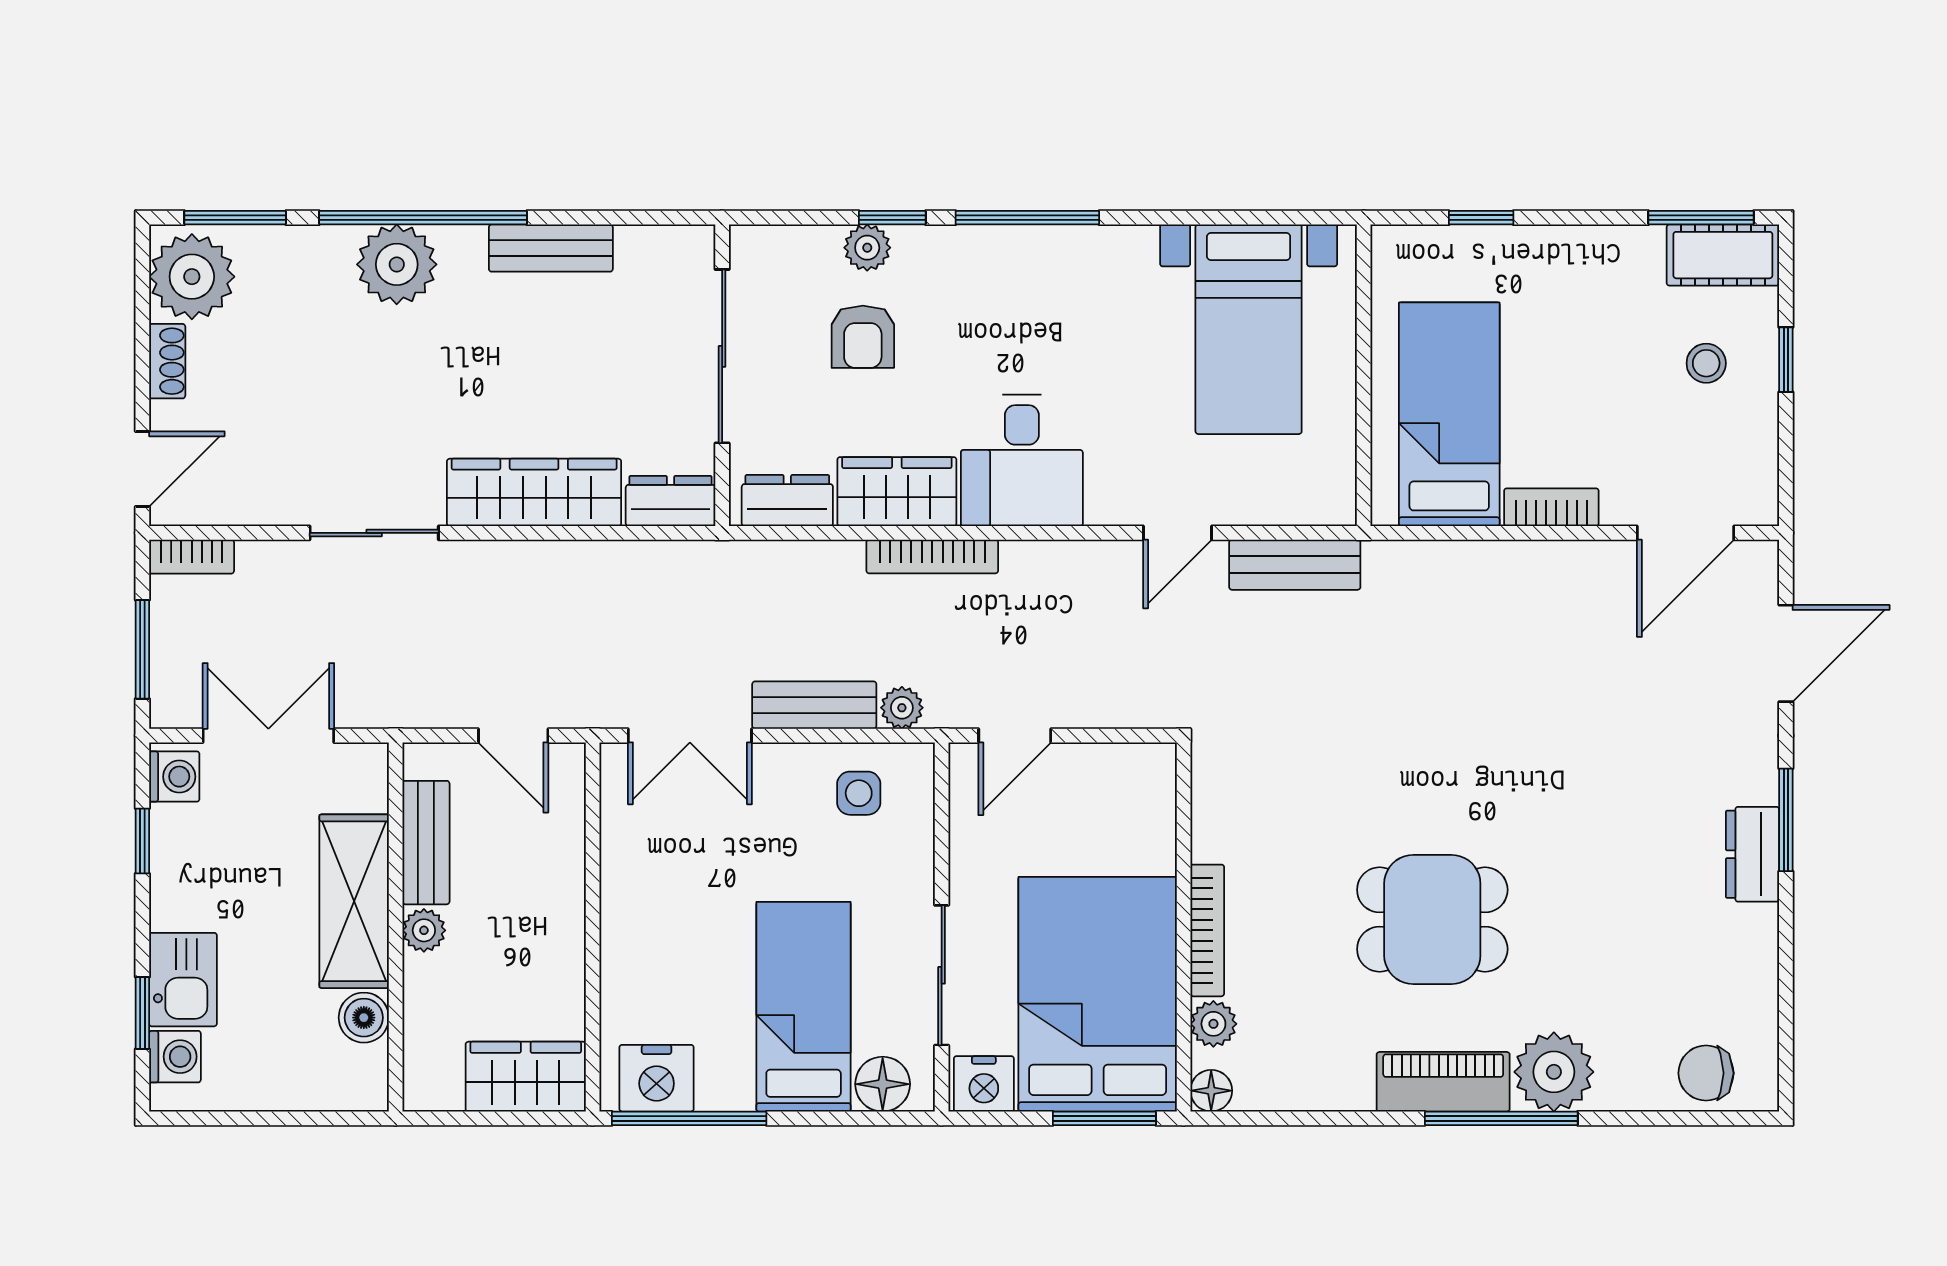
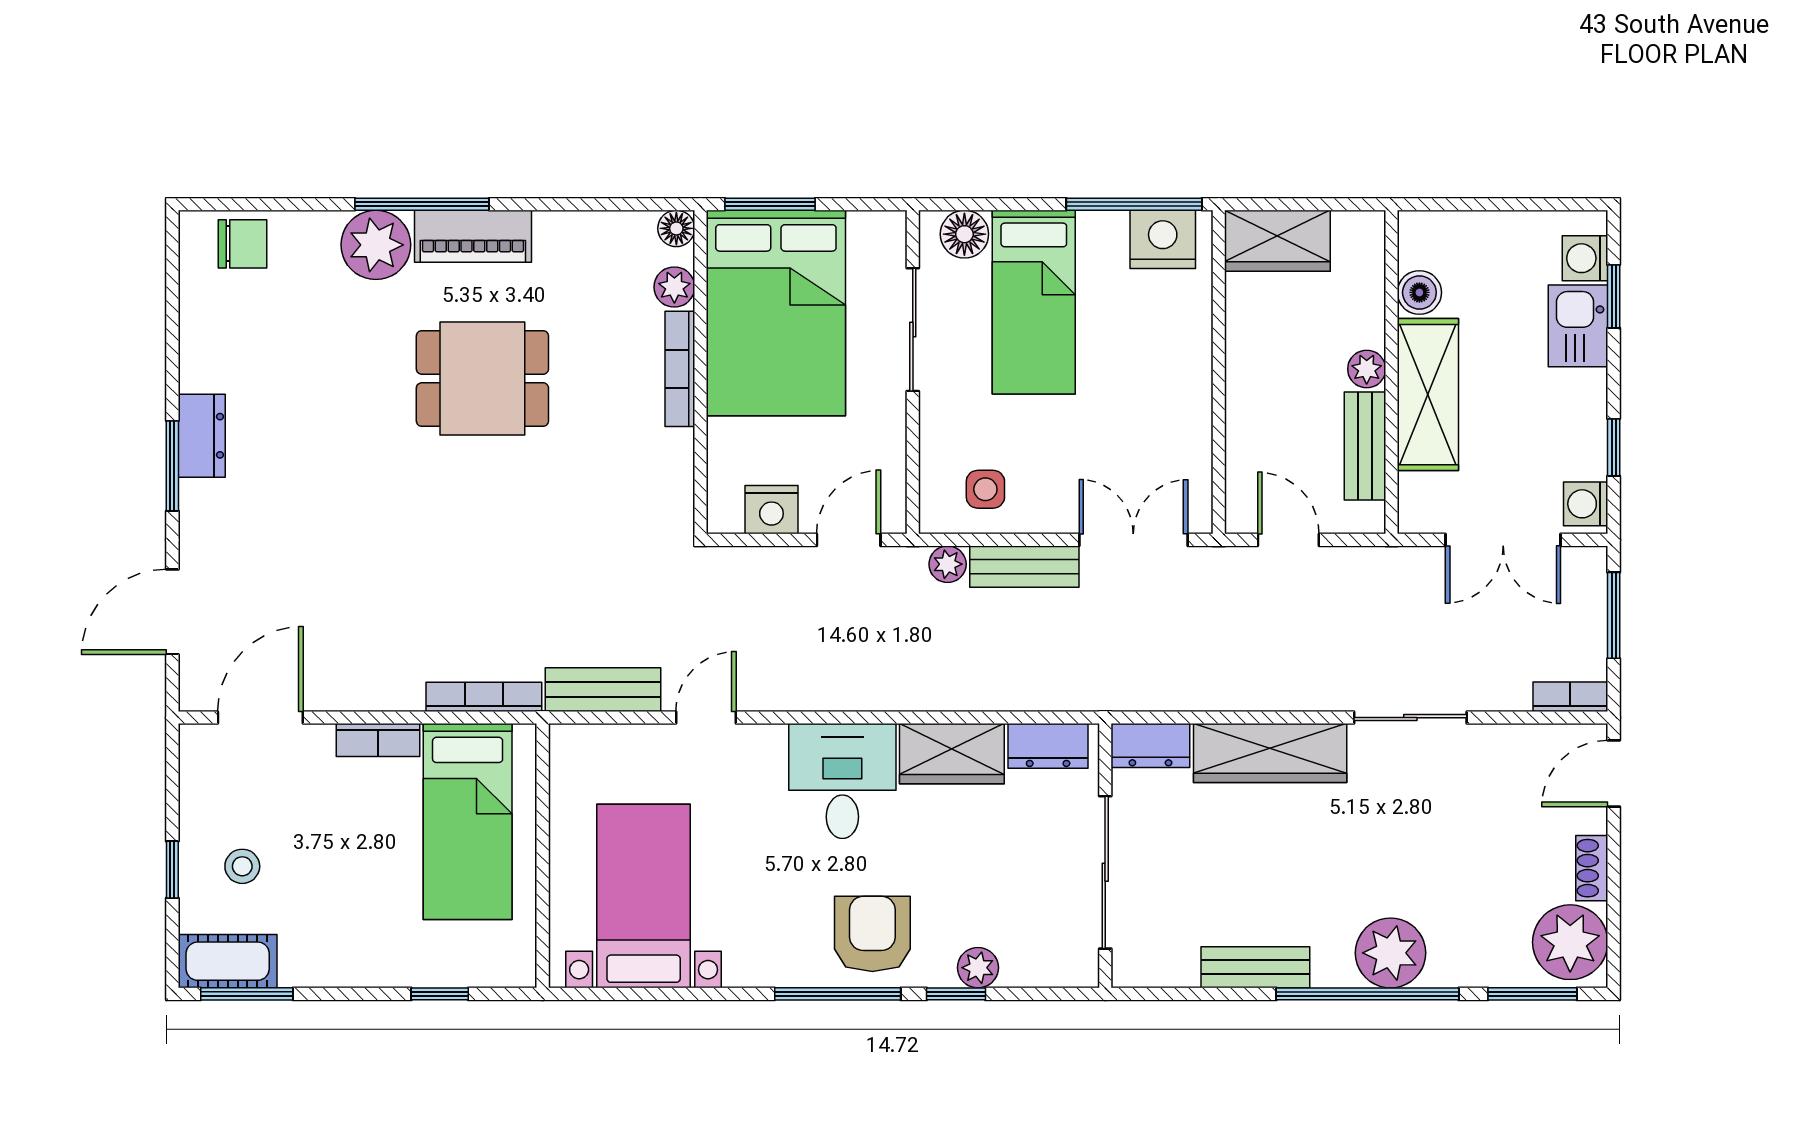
armchair: (863, 337) -> (872, 934), moved, width x1.38, depth x1.38
bookcase: (932, 557) -> (484, 697), moved
nightstand: (984, 1084) -> (771, 510), moved, turned 180

